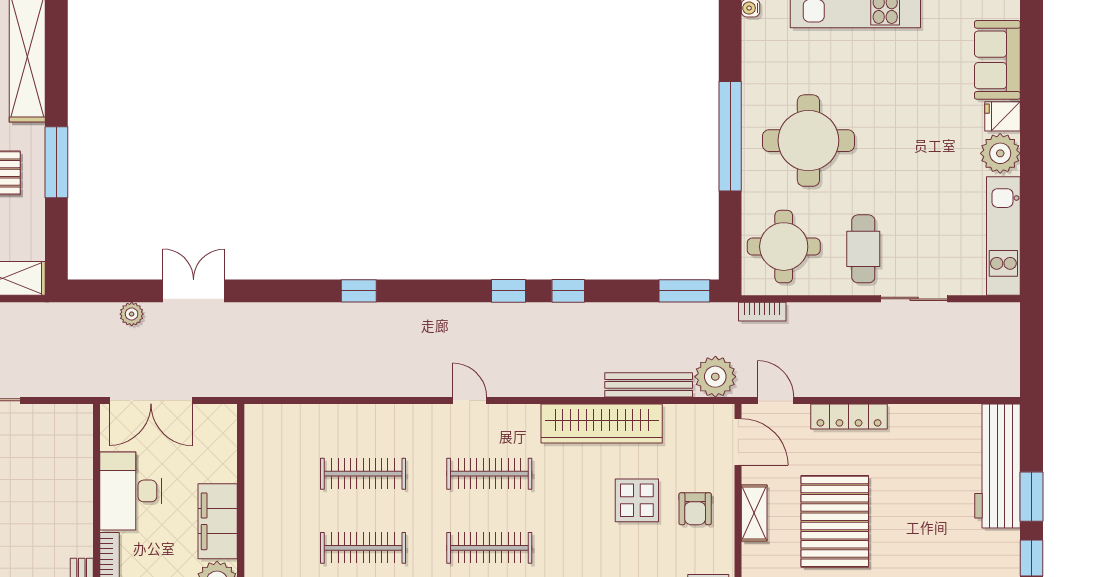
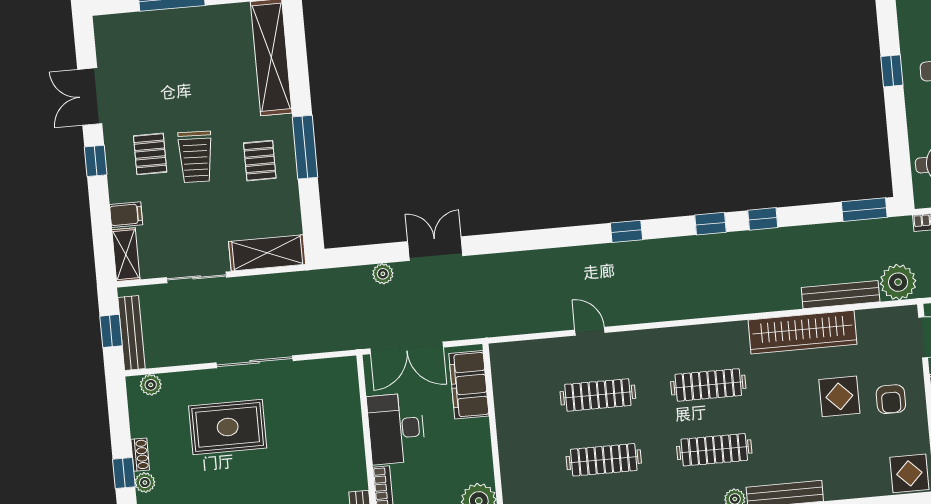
window: (730, 136) -> (892, 71), width x0.32
window: (359, 291) -> (626, 231), moved
door: (470, 401) -> (590, 331), moved
filing cabinet: (218, 521) -> (469, 385), moved

